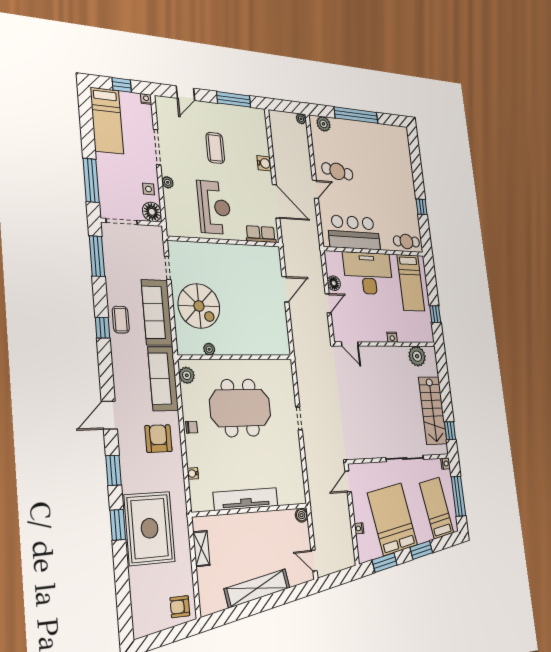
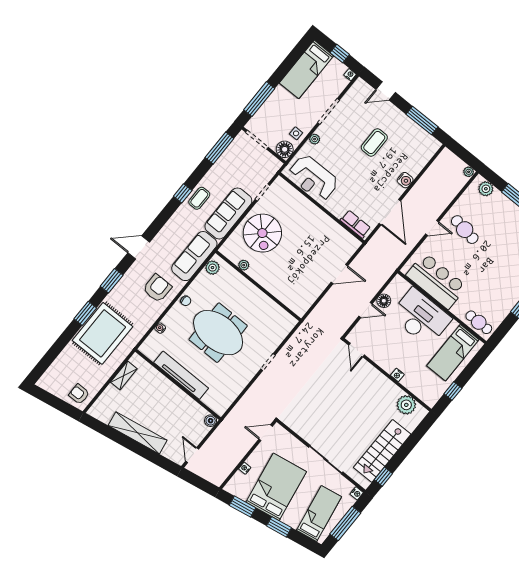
reception desk: (214, 207) -> (313, 178), moved, turned 90
meeting table: (240, 408) -> (218, 333), moved

